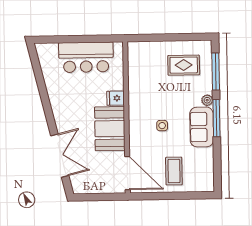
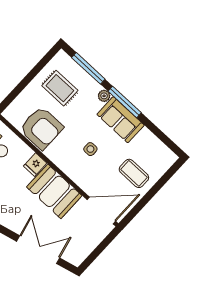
rug: (184, 65) -> (60, 88), turned 90
armchair: (144, 79) -> (41, 128), added

